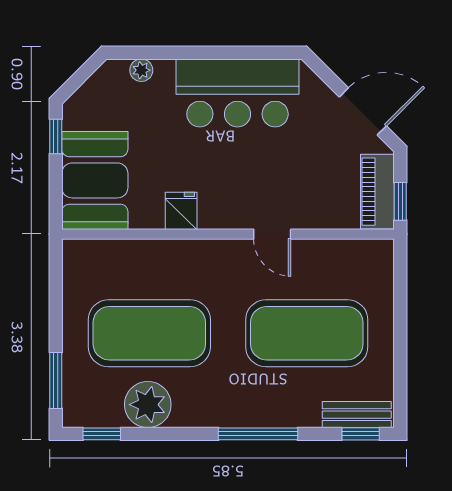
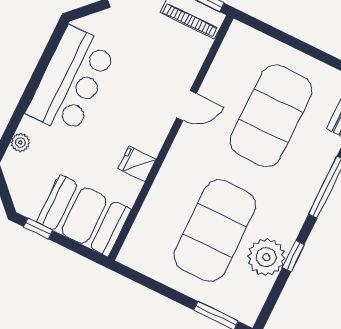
window: (102, 434) -> (293, 256), moved

